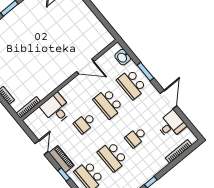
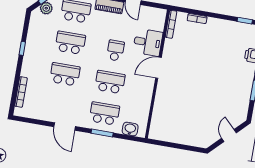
door: (85, 66) -> (159, 68), moved
desk: (171, 125) -> (45, 108), removed
school desk: (136, 137) -> (65, 74), width x1.85

